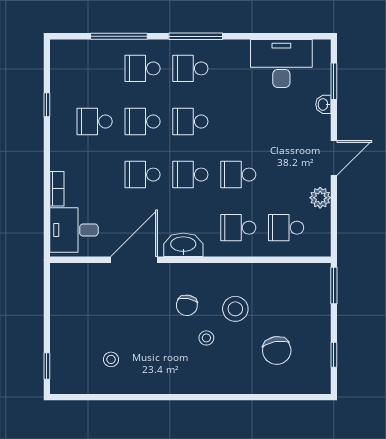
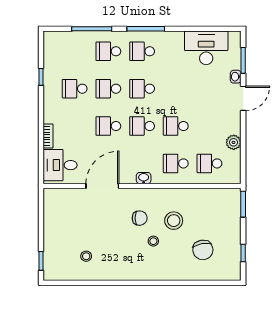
door: (334, 158) -> (243, 98), moved
washbasin: (183, 245) -> (144, 178), width x0.52, depth x0.69
chair: (187, 305) -> (140, 218), turned -100

